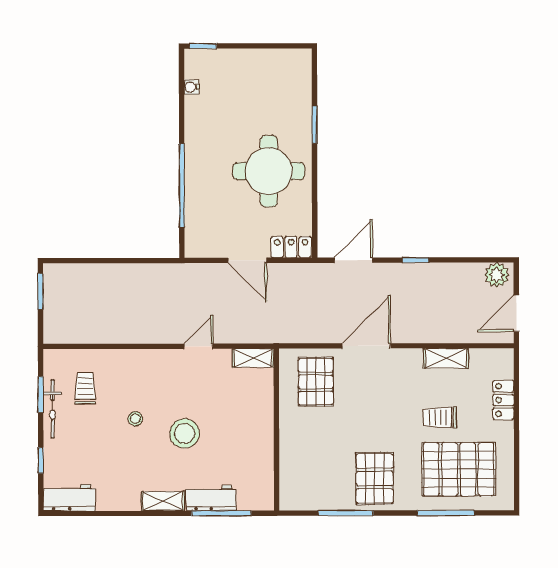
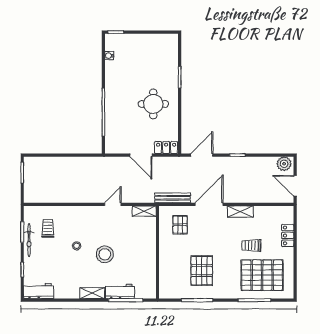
round table: (269, 171) -> (153, 104), width x0.73, depth x0.73
door: (516, 313) -> (295, 186), hinge flipped
bench: (302, 335) -> (172, 198), added
shelving: (446, 358) -> (240, 212), moved
pallet: (316, 382) -> (180, 225), width x0.67, depth x0.71
pallet: (375, 479) -> (202, 271), moved

